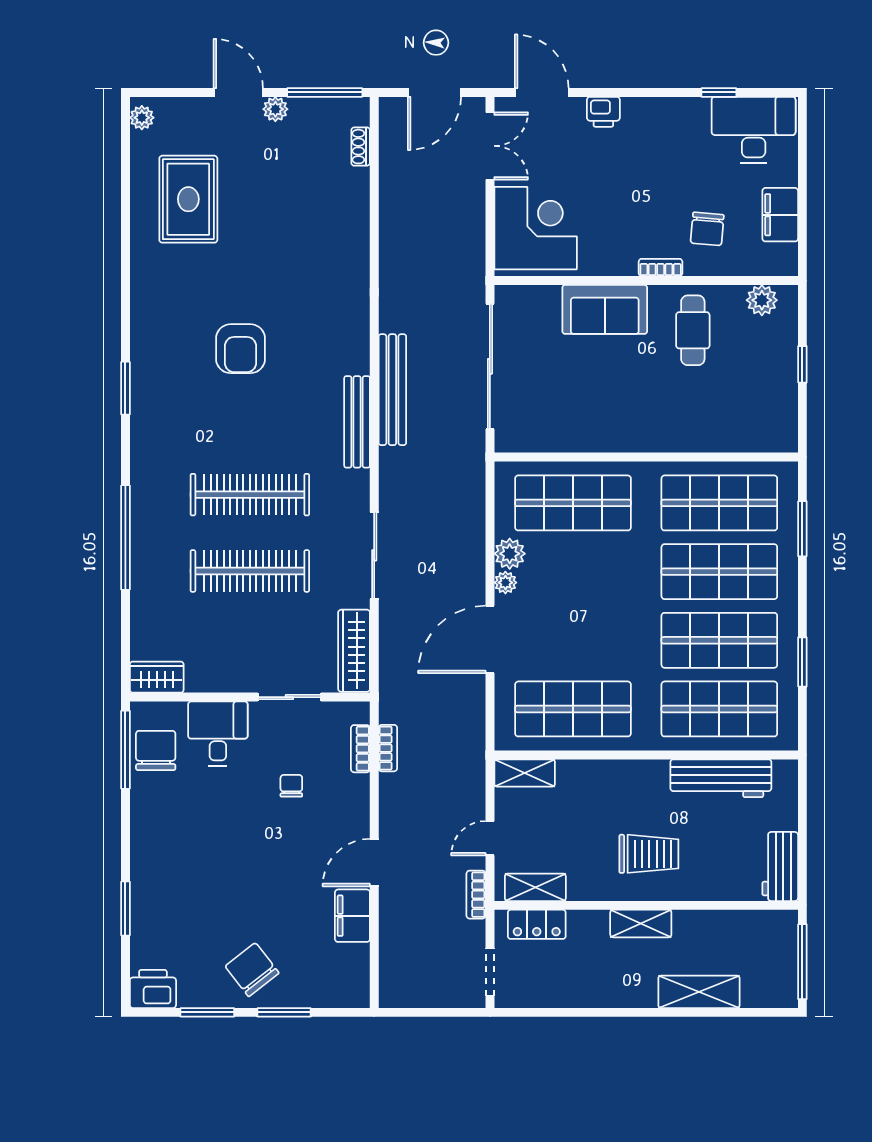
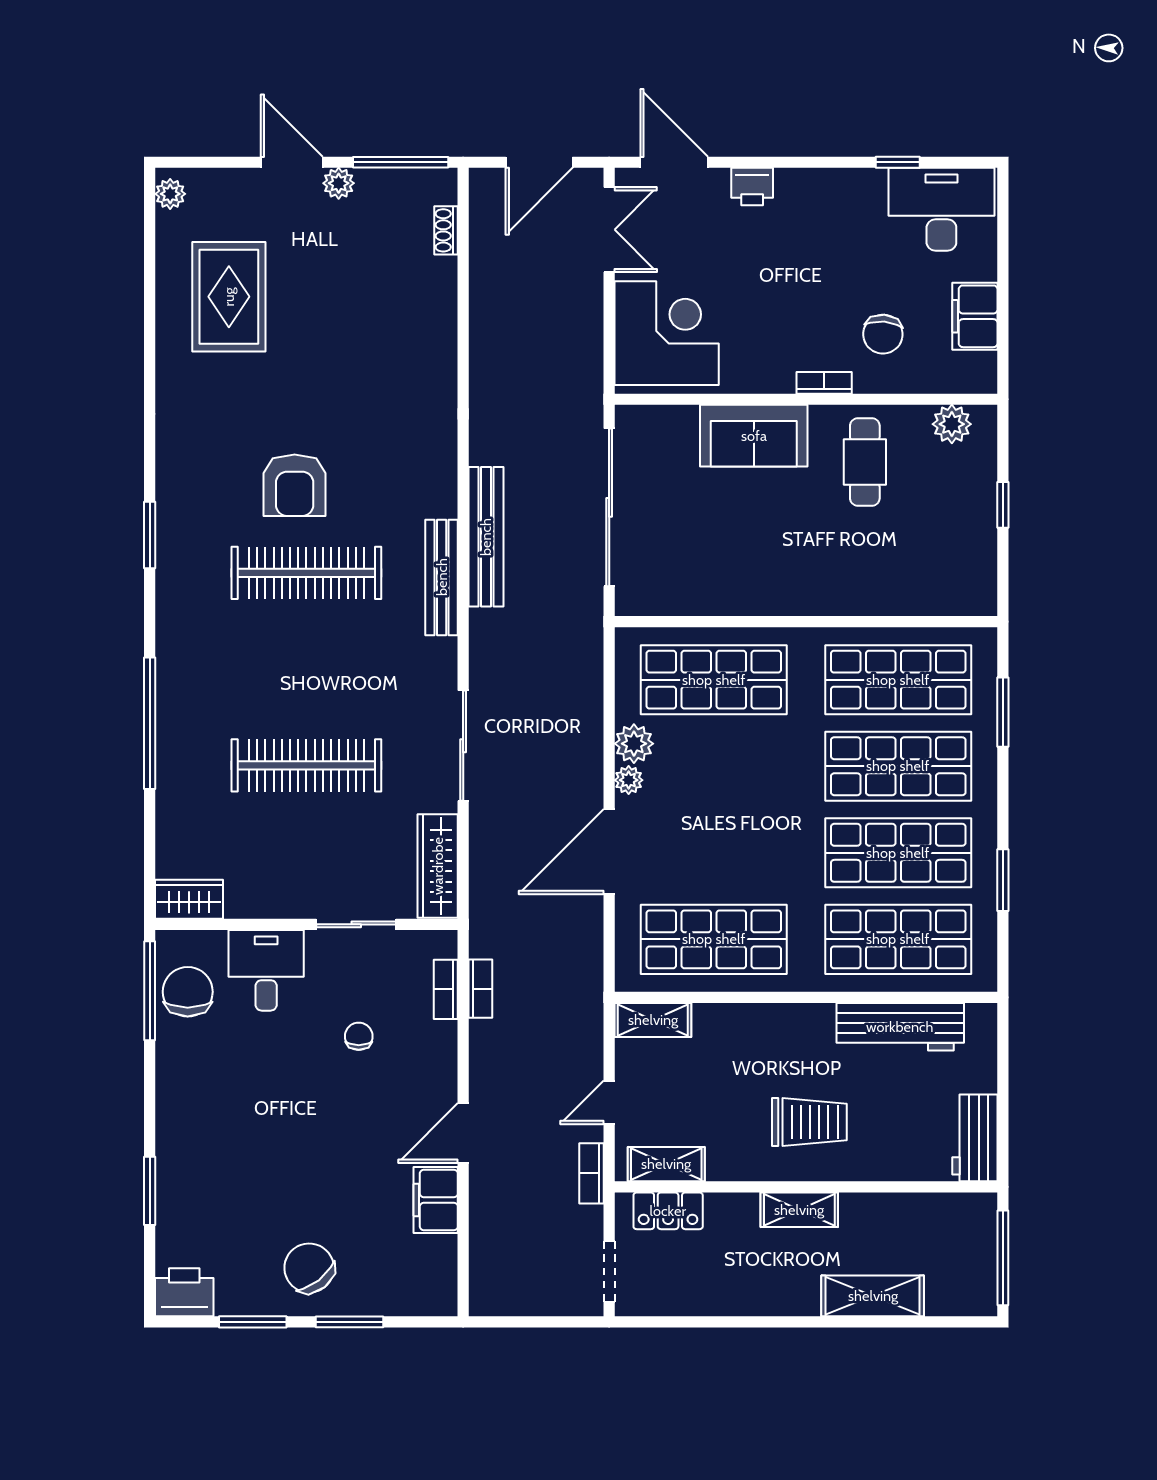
clothes rail: (250, 495) -> (306, 573), moved

